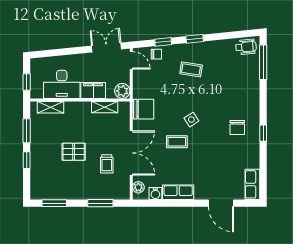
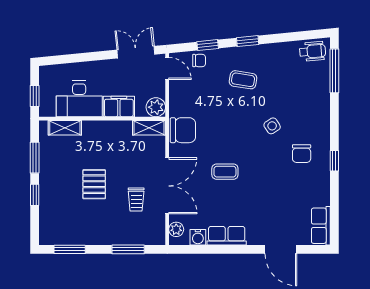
shelving: (105, 107) -> (149, 128), moved
side table: (191, 120) -> (272, 126), moved
pallet: (74, 152) -> (94, 184), turned 90

